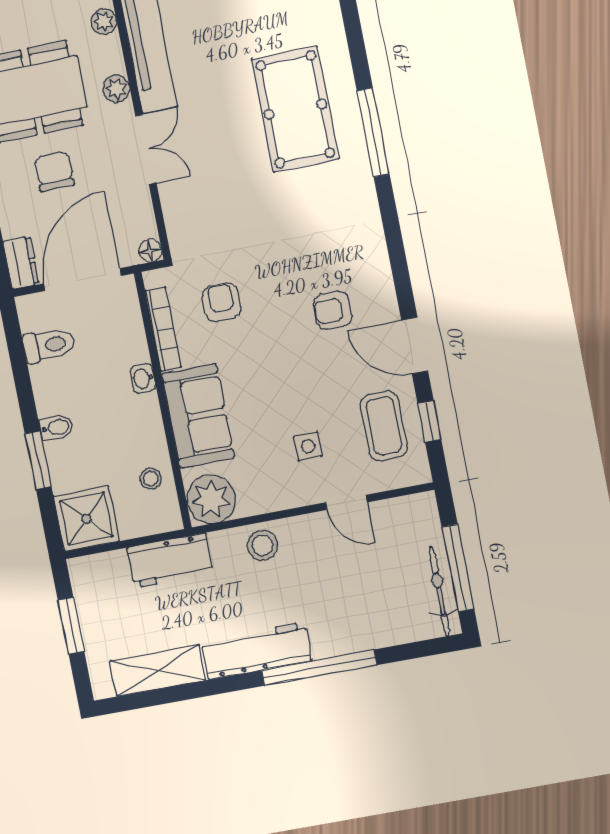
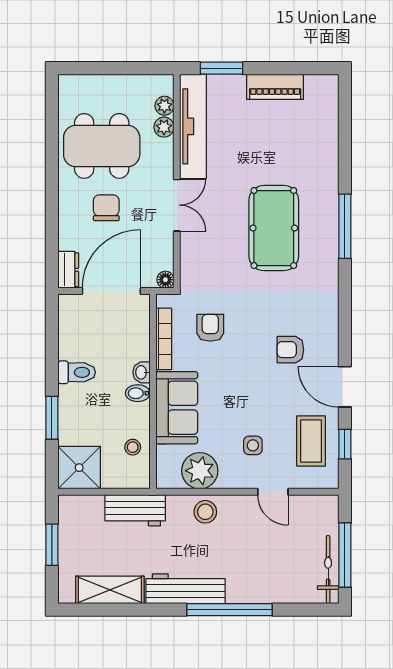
plant: (116, 89) -> (164, 127), moved
pool table: (295, 109) -> (274, 228), moved
toilet: (49, 345) -> (77, 372), moved
bidet: (56, 428) -> (138, 393), moved, turned 180
plant: (211, 499) -> (200, 471), moved

